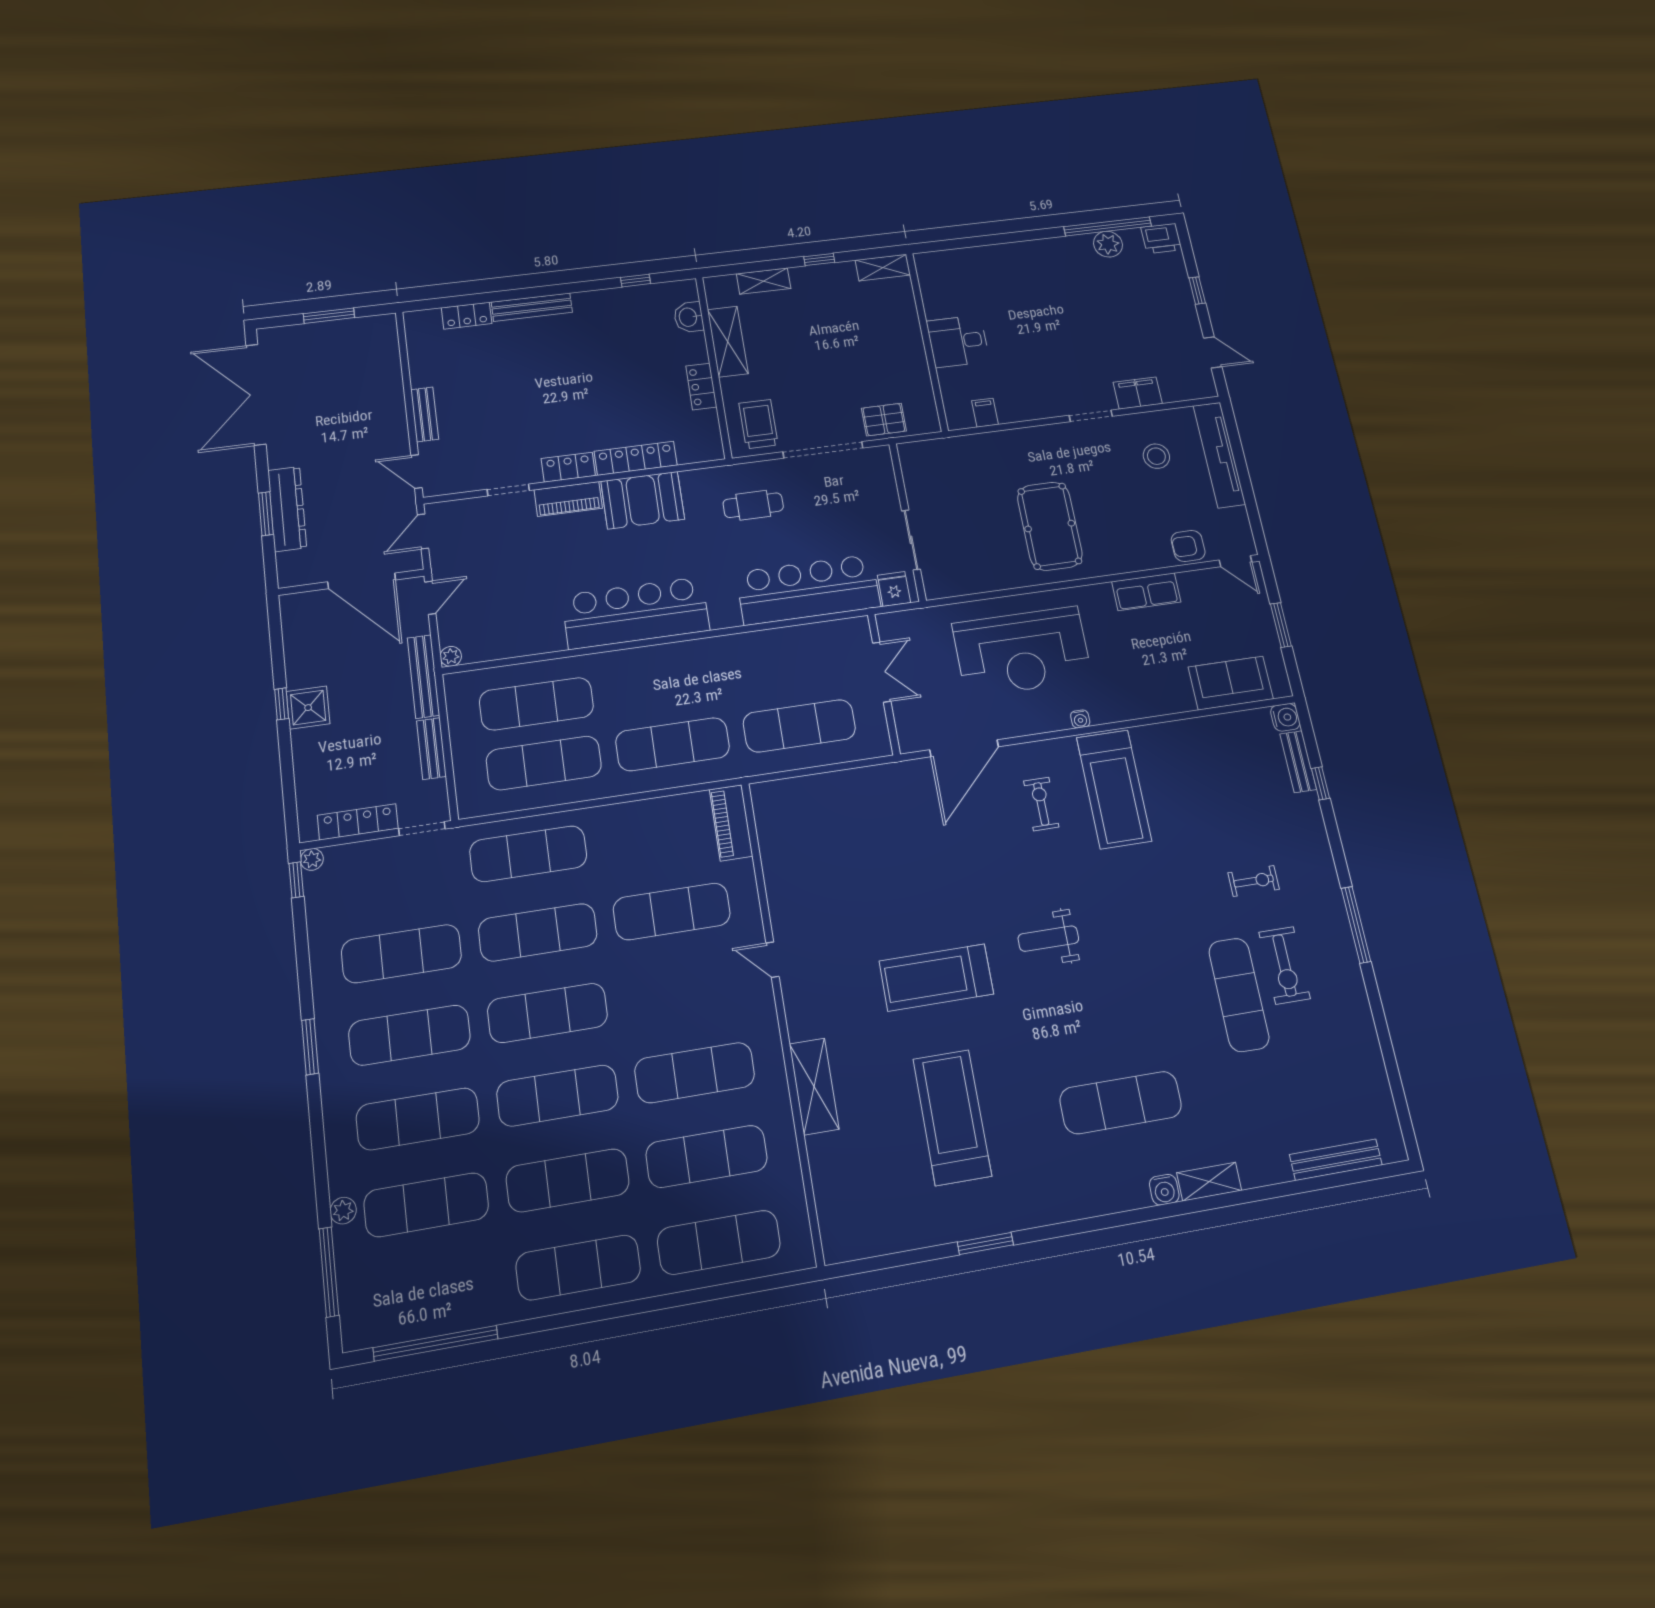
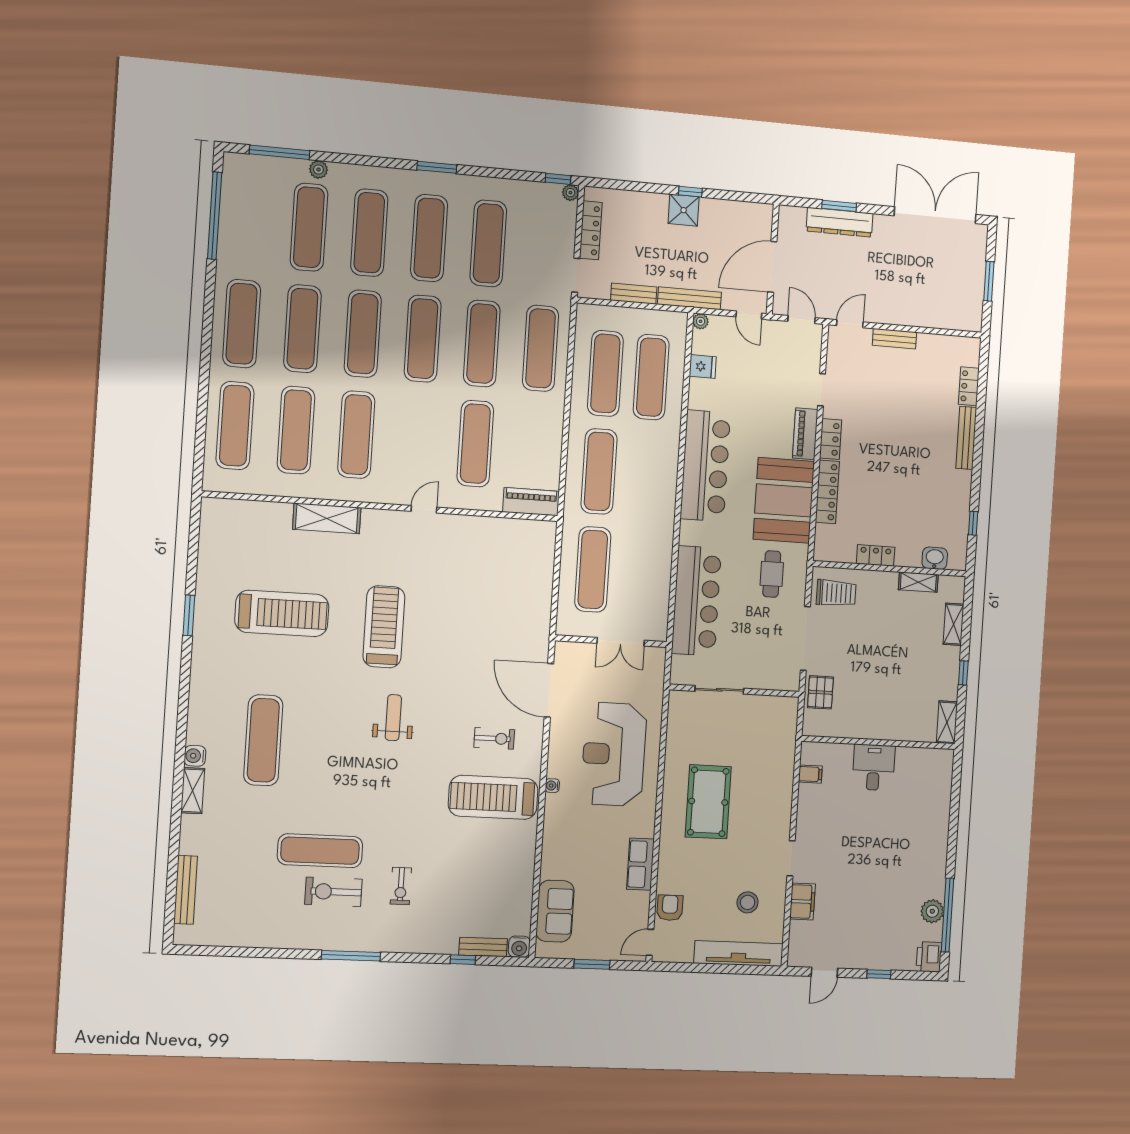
shelving: (728, 342) -> (918, 582), width x0.67, depth x0.75
booth: (643, 500) -> (784, 500), width x1.36, depth x1.42
pool table: (1050, 526) -> (708, 802), turned 90
fridge: (894, 589) -> (703, 367), moved

